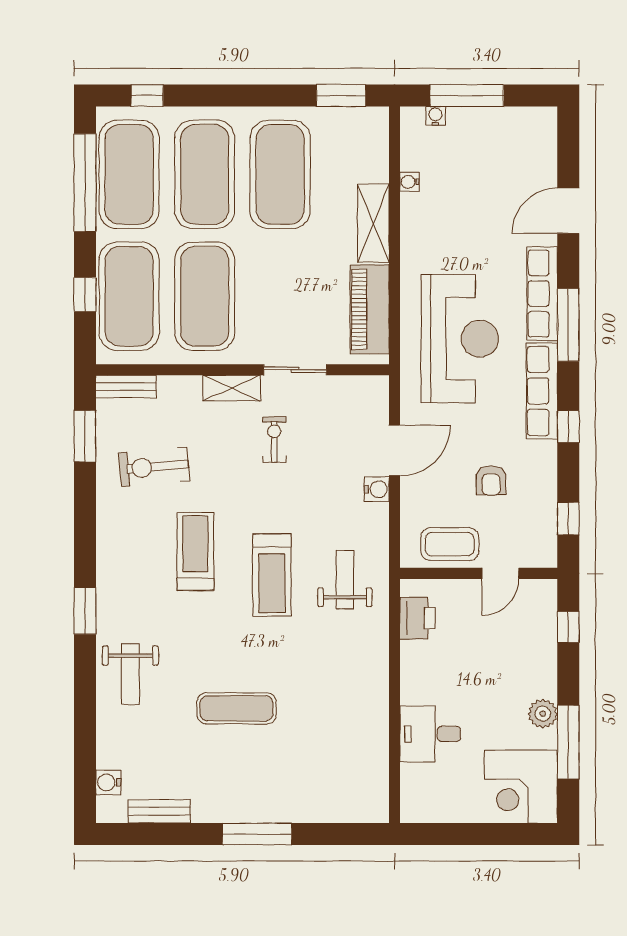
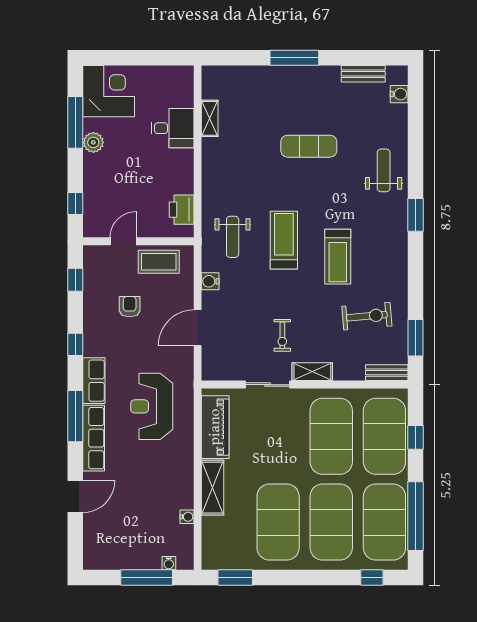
reception desk: (460, 339) -> (152, 406), width x0.74, depth x0.77
row of seats: (542, 391) -> (94, 381), width x0.68
water cooler: (377, 489) -> (210, 281), moved
shelving: (377, 748) -> (210, 118), added

